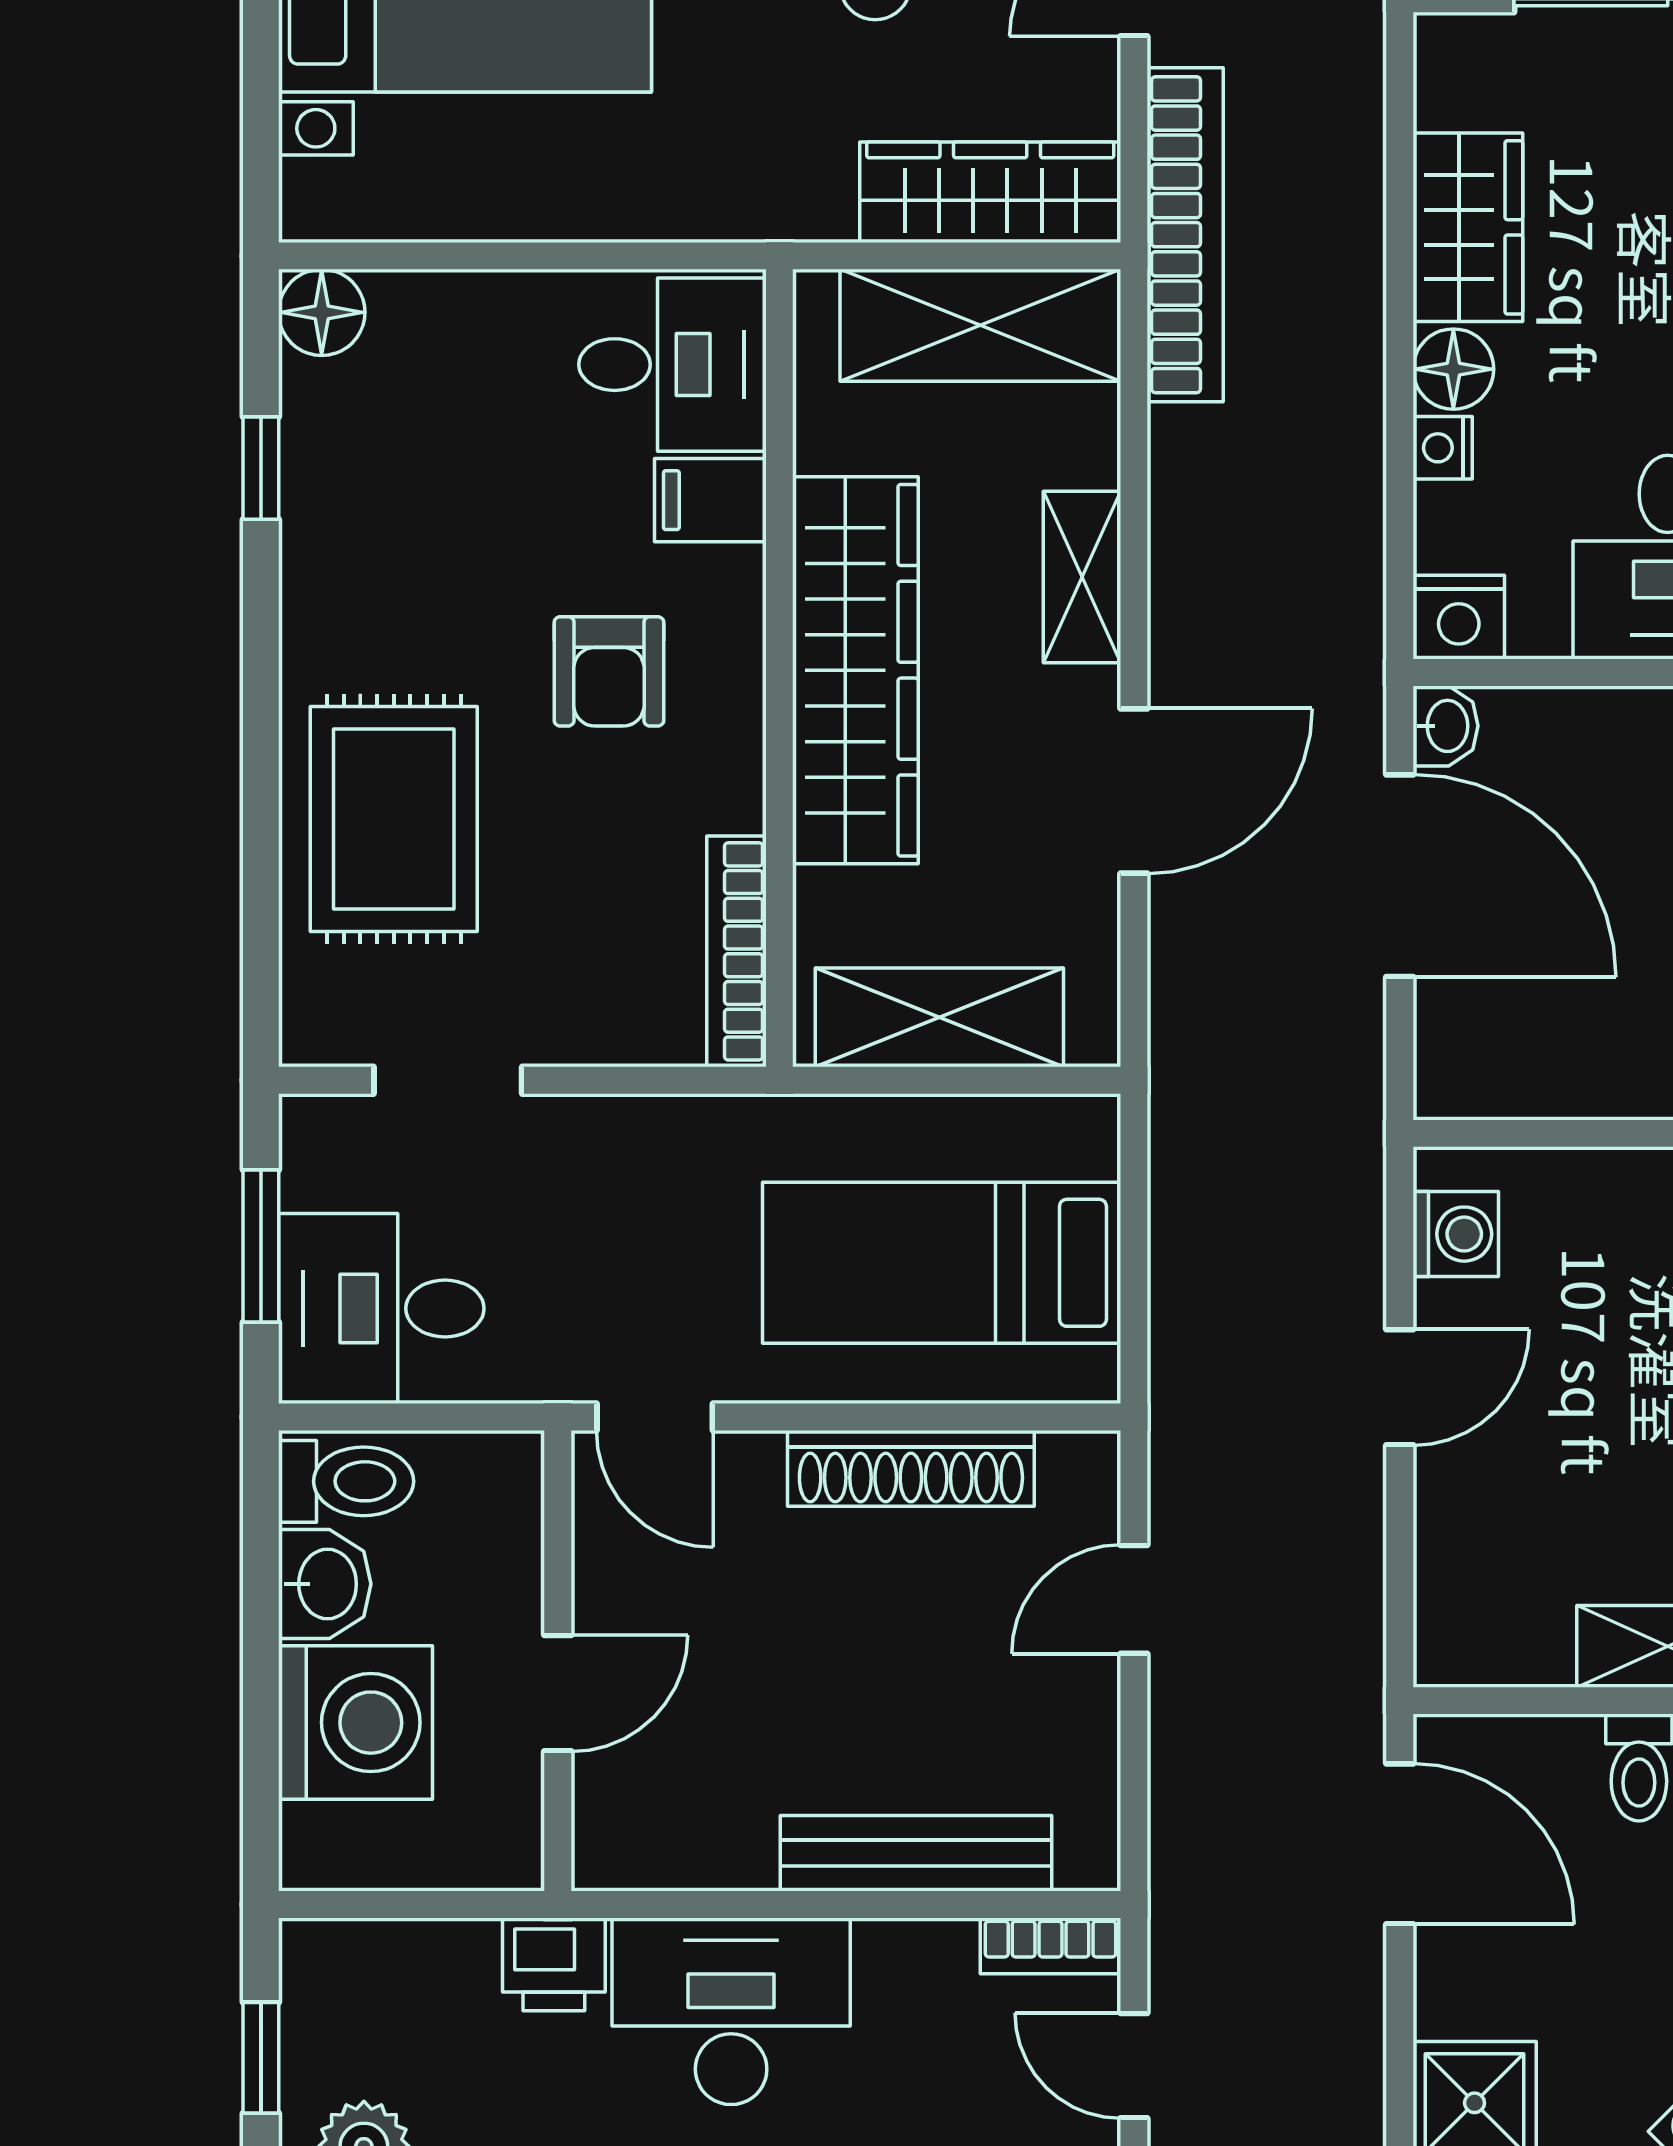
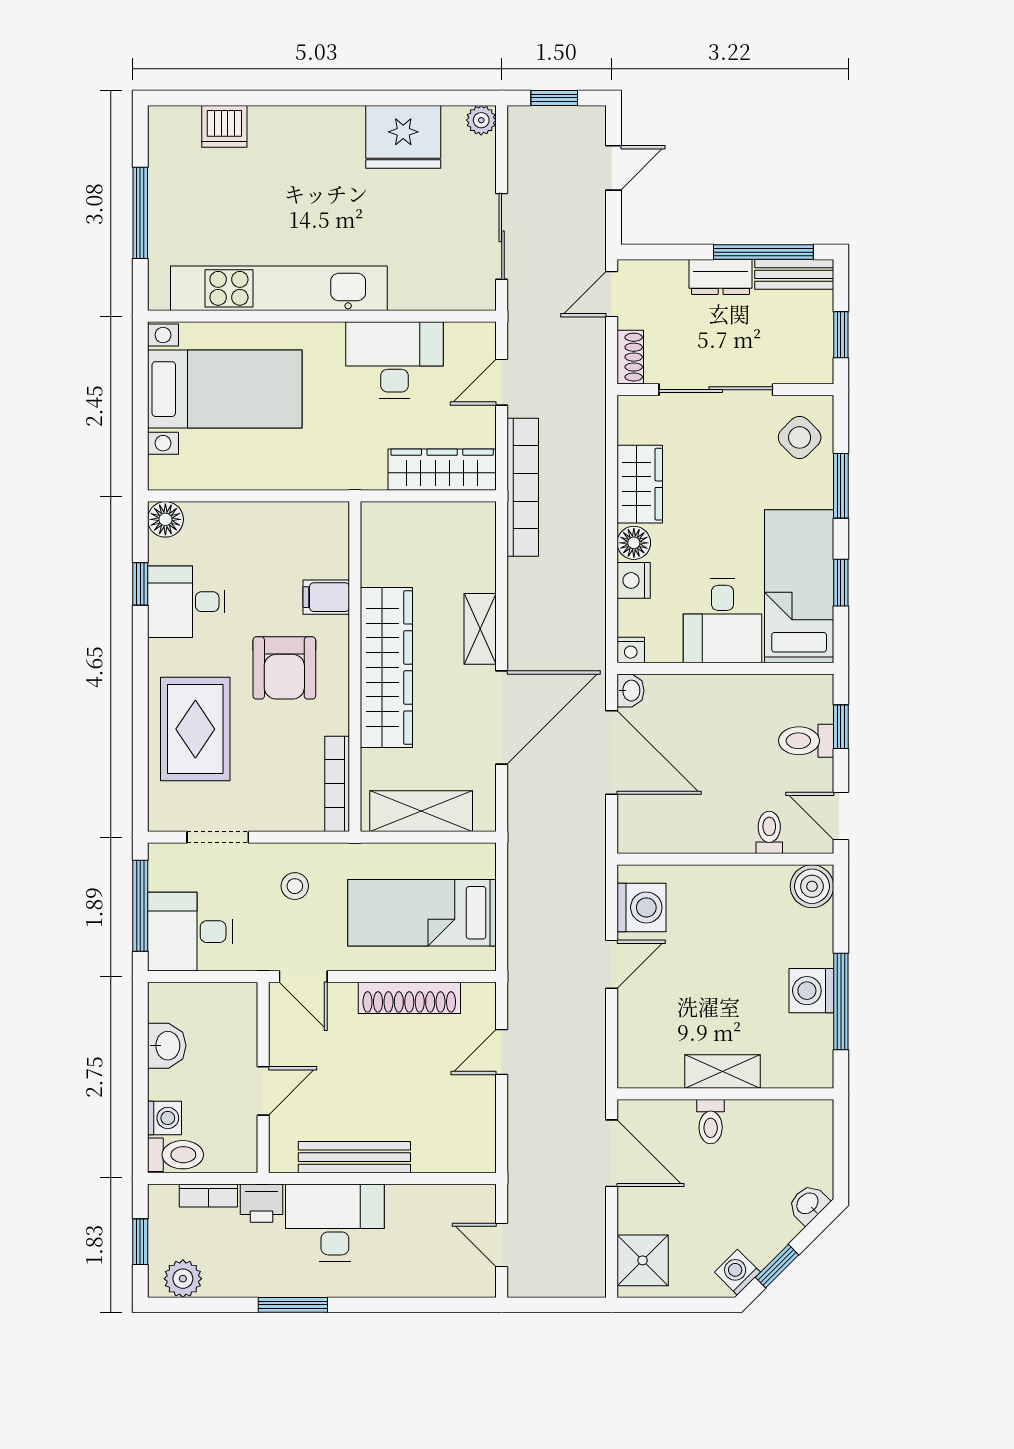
shelving: (980, 325) -> (438, 525), removed
desk: (673, 365) -> (186, 602), moved, turned 180
nightstand: (1443, 448) -> (634, 580), width x1.39, depth x1.35
nightstand: (1459, 617) -> (631, 650), width x0.72, depth x0.74
armchair: (609, 671) -> (284, 668), width x1.38, depth x1.38
door: (1134, 791) -> (502, 717), width x1.36
stool: (634, 1198) -> (295, 886), added
washing machine: (1456, 1234) -> (641, 907), width x1.38, depth x1.38
window: (261, 1246) -> (140, 906), width x1.44
toilet: (346, 1481) -> (175, 1155), moved
washing machine: (355, 1723) -> (164, 1118), width x0.53, depth x0.53
bench: (916, 1853) -> (354, 1157), moved
bookcase: (1051, 1946) -> (208, 1195), moved

